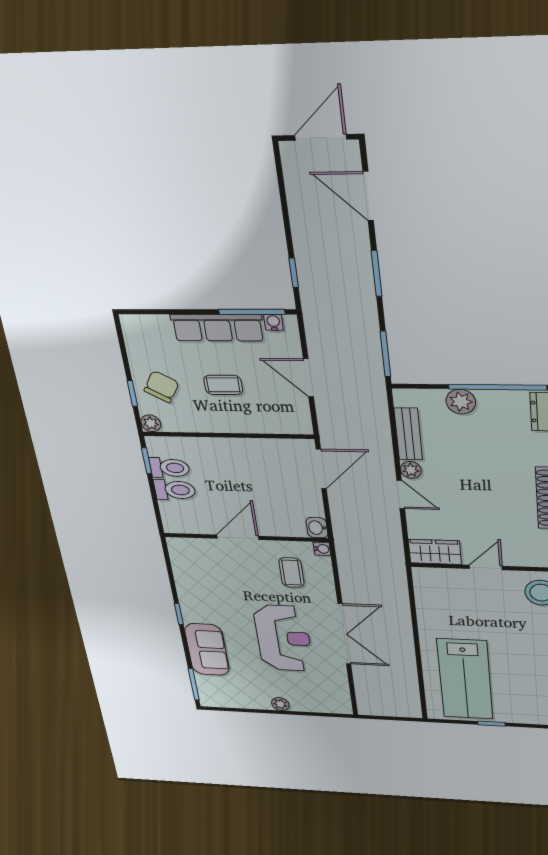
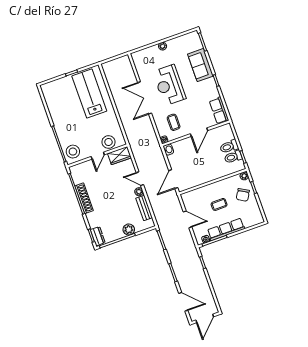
row of seats: (184, 561) -> (219, 111), added
stool: (452, 584) -> (108, 142), added

